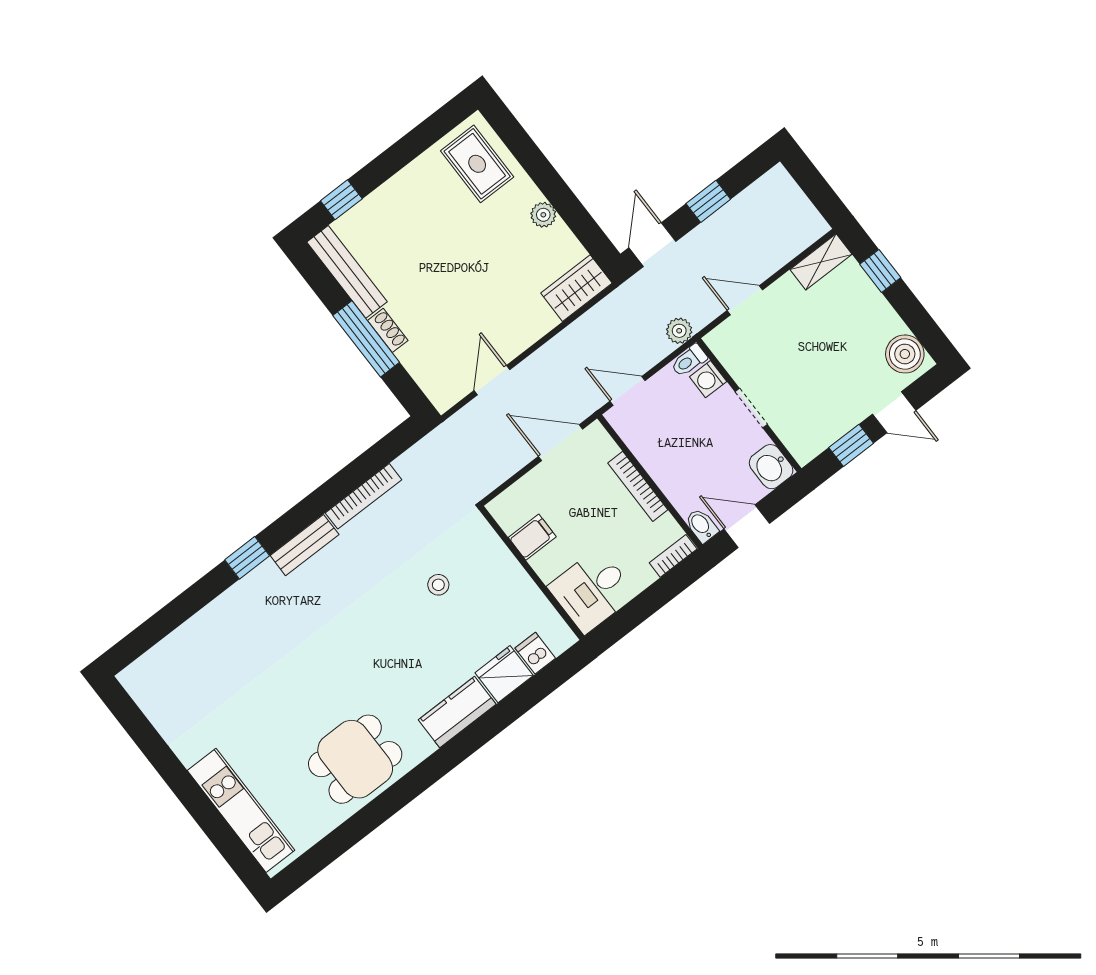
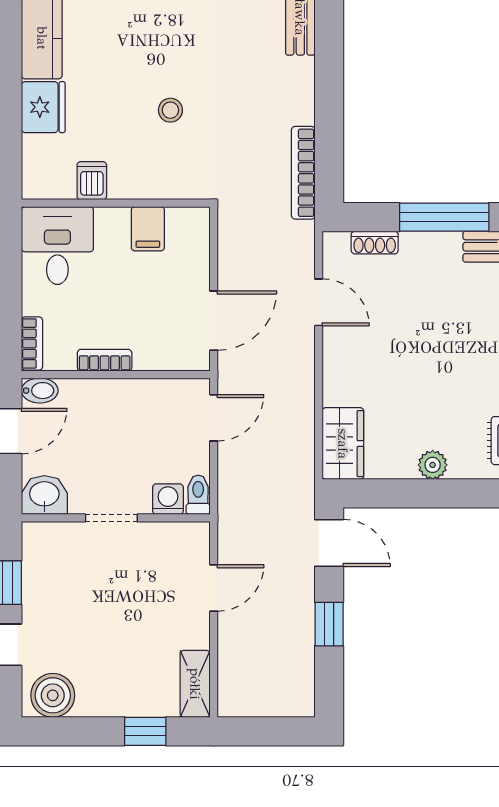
shoe rack: (388, 330) -> (375, 243), moved
plant: (679, 331) -> (232, 507), removed
bookcase: (638, 486) -> (105, 360), width x0.64
bookcase: (363, 496) -> (303, 173), moved
dishwasher: (535, 653) -> (92, 181), moved, turned -90

